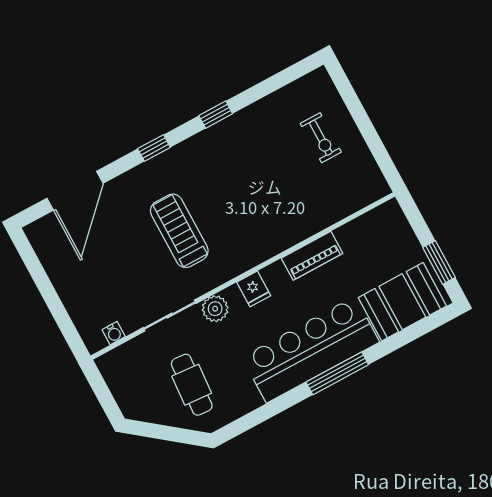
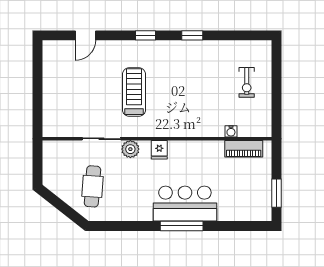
door: (75, 191) -> (86, 35), width x0.53
piano: (312, 256) -> (244, 149), moved
booth: (402, 302) -> (242, 205), removed
water cooler: (114, 333) -> (231, 131), moved
bar counter: (311, 350) -> (185, 204), width x0.73

